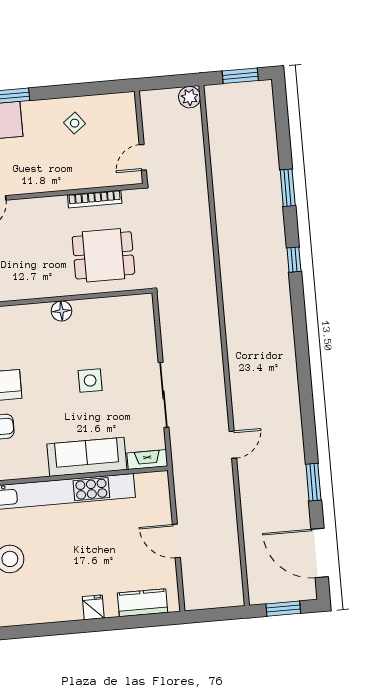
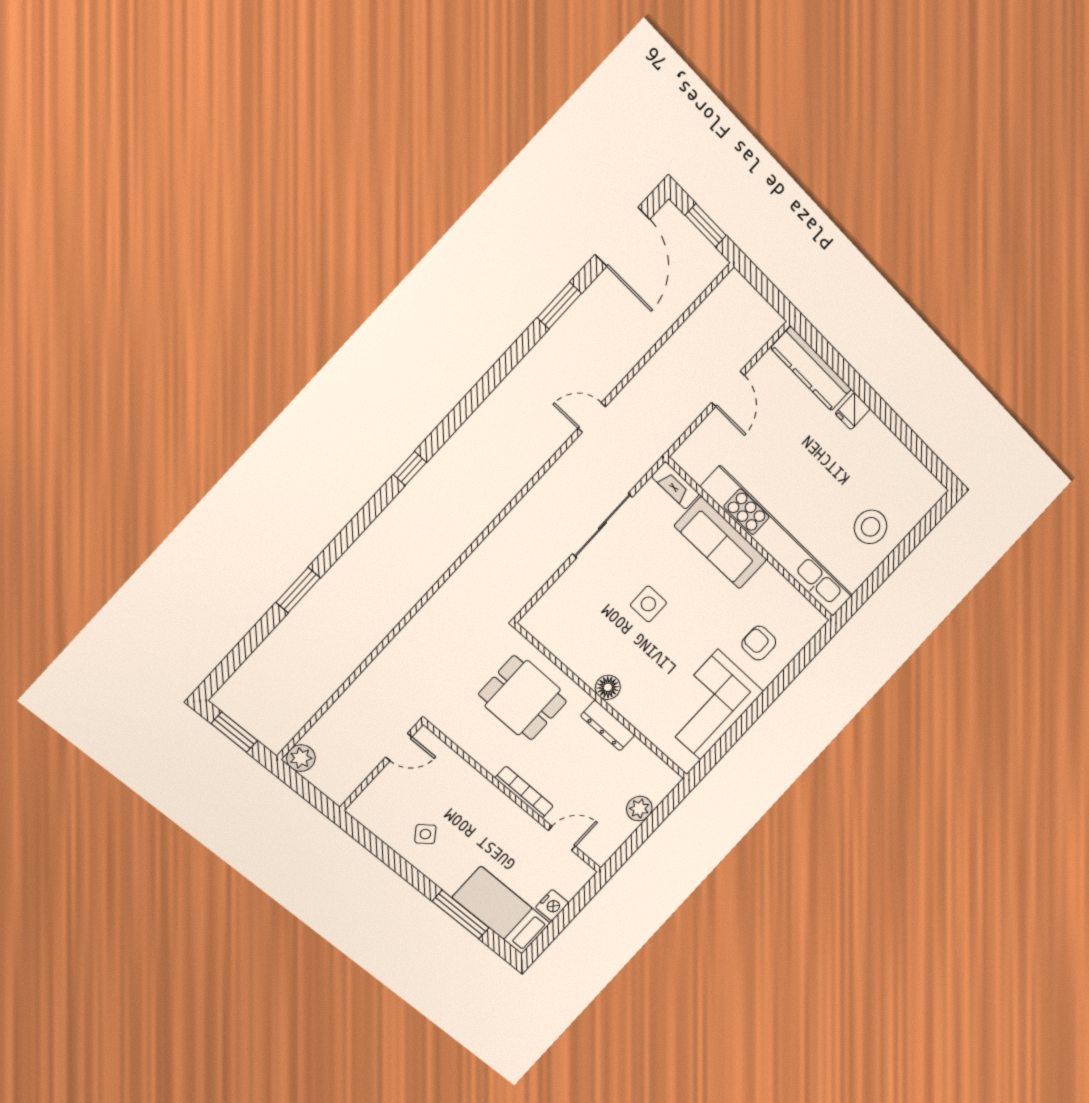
bookcase: (95, 199) -> (524, 792), moved
window: (294, 260) -> (410, 468), moved
dresser: (38, 290) -> (608, 726), added
kitchen counter: (143, 603) -> (811, 369), width x1.50

